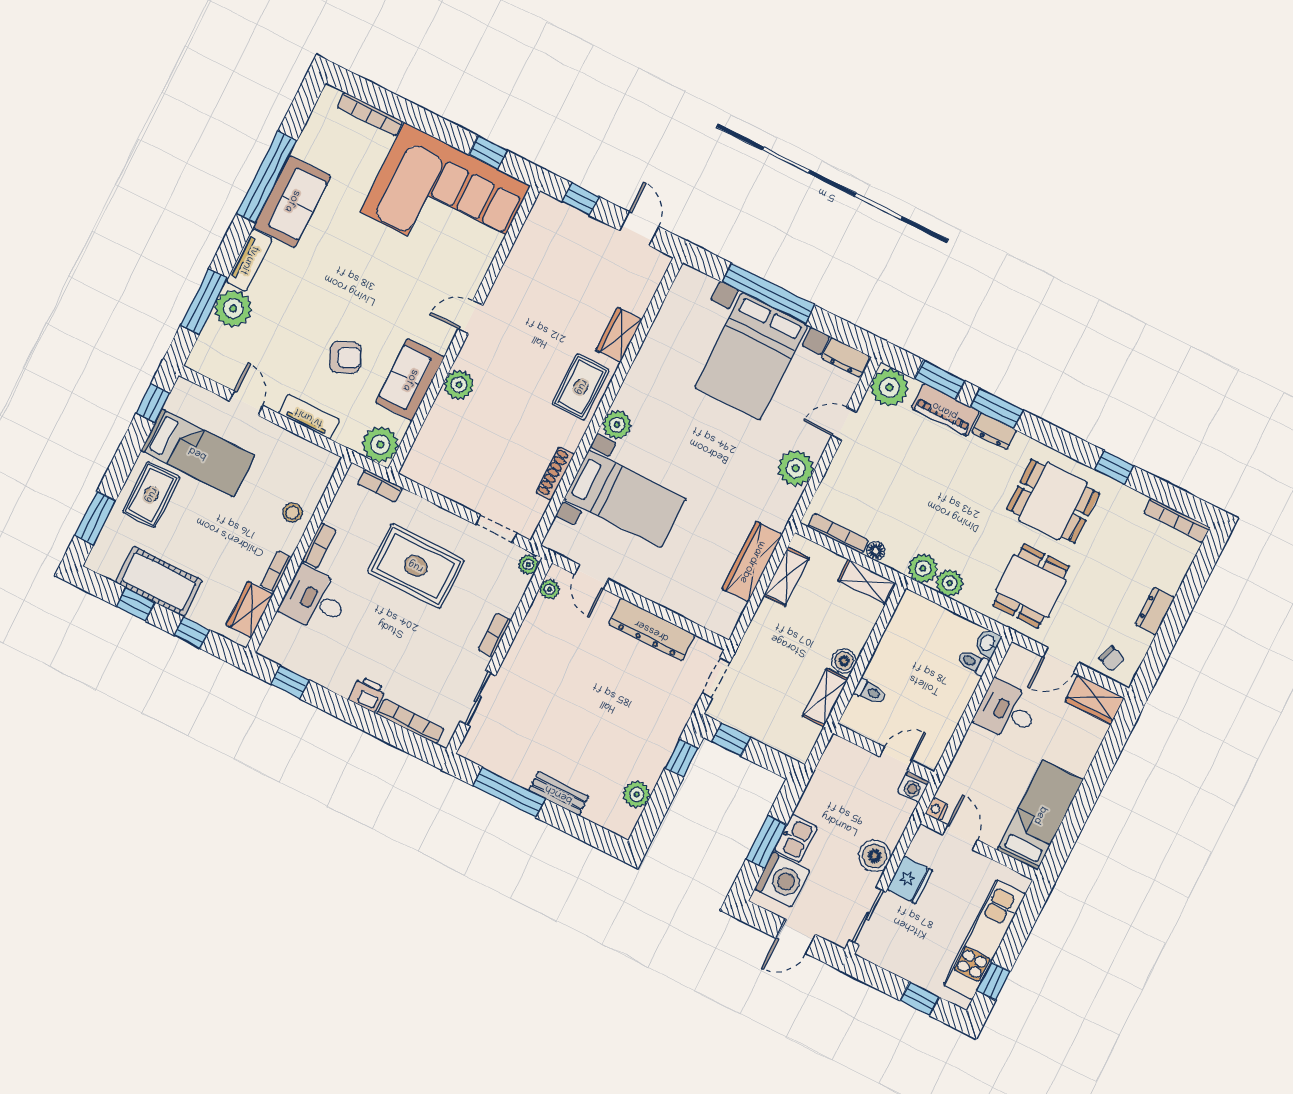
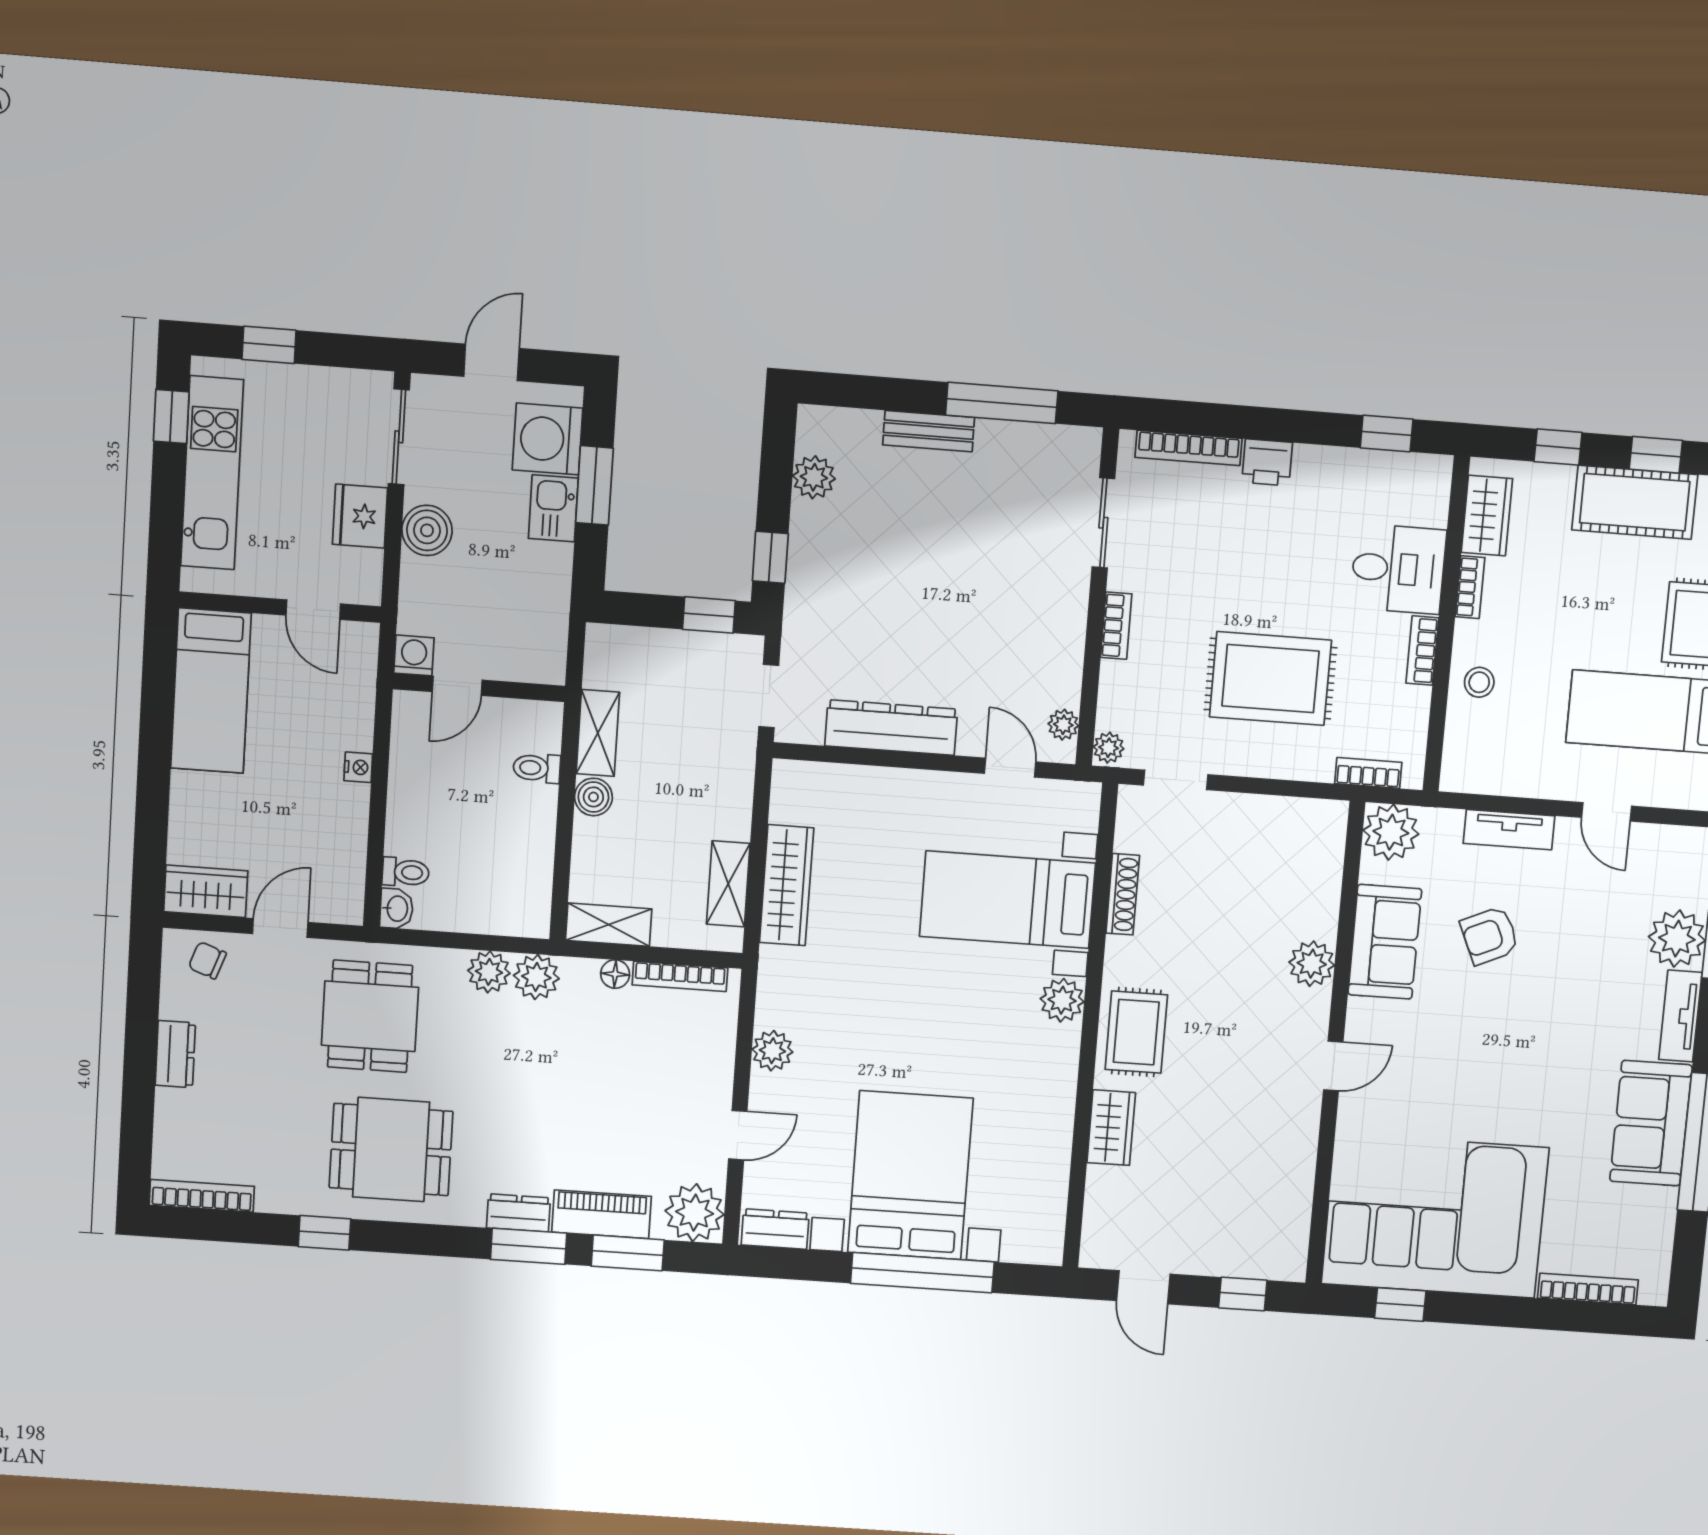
plant: (796, 468) -> (772, 1051), width x0.73, depth x0.73
desk: (1007, 711) -> (326, 822), removed
nightstand: (937, 810) -> (358, 767), moved

